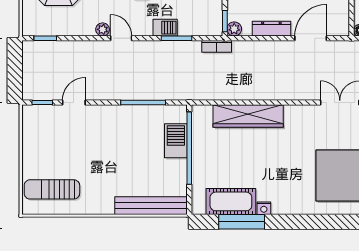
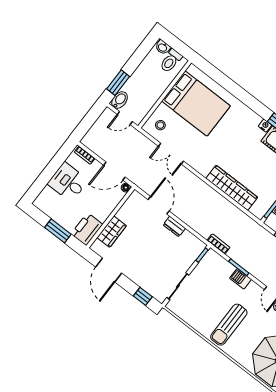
plant: (234, 29) -> (200, 246), removed
dresser: (271, 29) -> (174, 227), width x0.70
door: (311, 38) -> (159, 205), swing flipped

